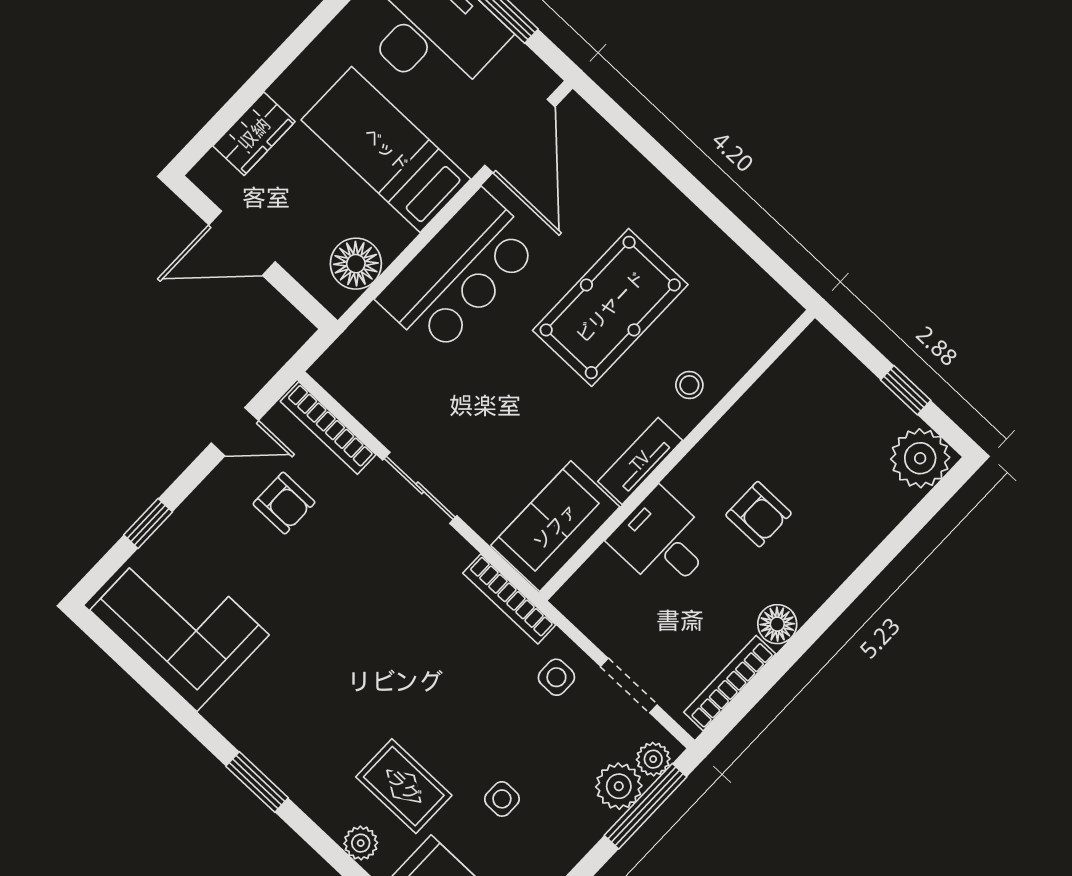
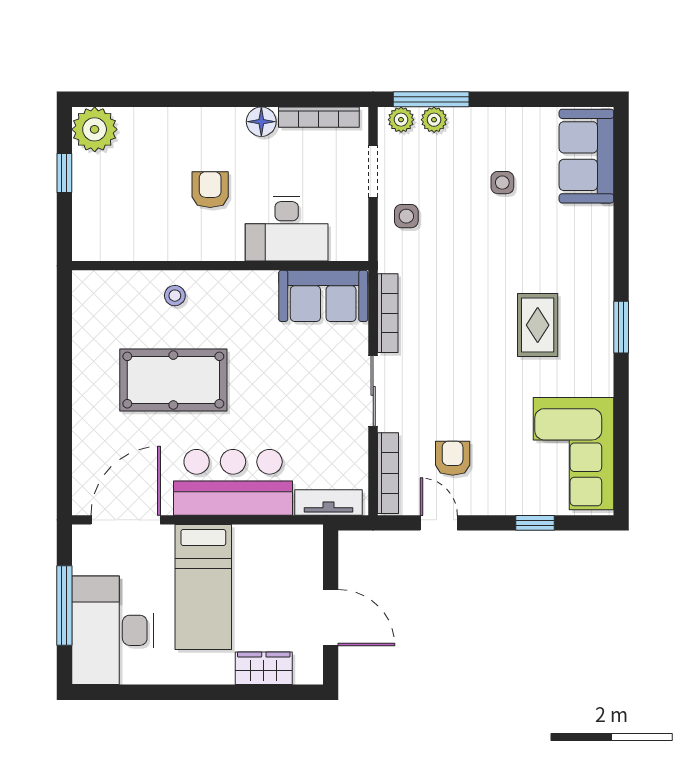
floor lamp: (356, 264) -> (282, 544), removed
tv unit: (640, 461) -> (329, 502), moved, turned 180
desk: (662, 541) -> (287, 229), width x1.37
bookcase: (509, 599) -> (388, 313), moved
rug: (404, 786) -> (538, 325), moved
plant: (619, 786) -> (434, 120), width x0.73, depth x0.73
plant: (361, 843) -> (601, 238), removed

